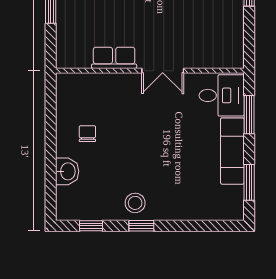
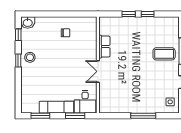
washbasin: (67, 171) -> (28, 22), moved

